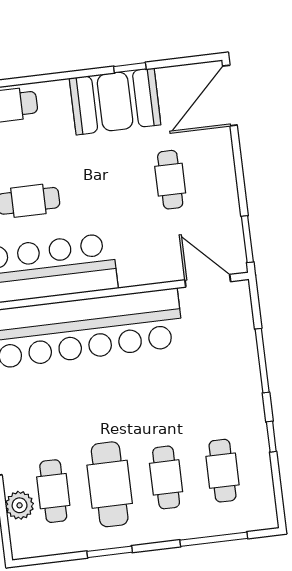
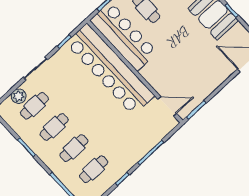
cafe table: (170, 180) -> (197, 61), removed
door: (208, 281) -> (167, 106), hinge flipped
cafe table: (110, 484) -> (54, 127), width x0.73, depth x0.74

